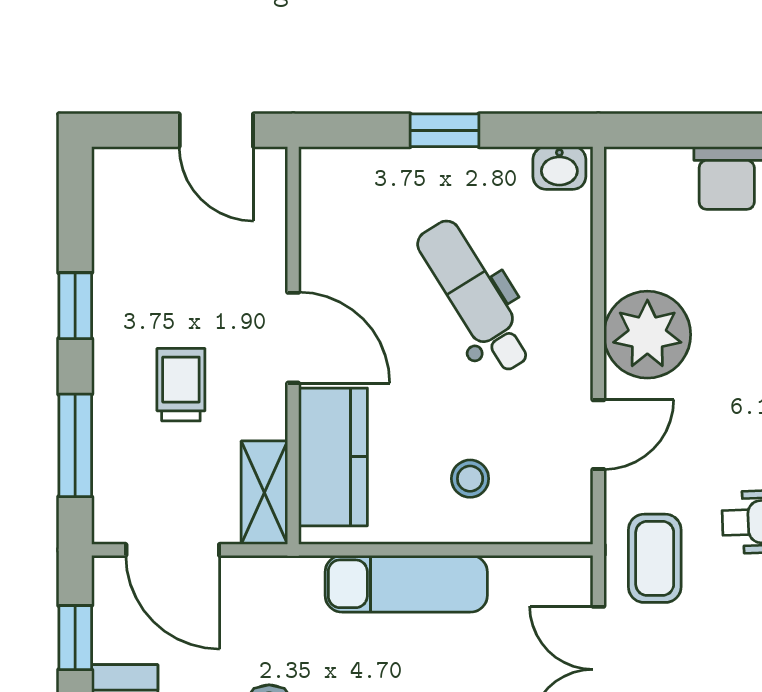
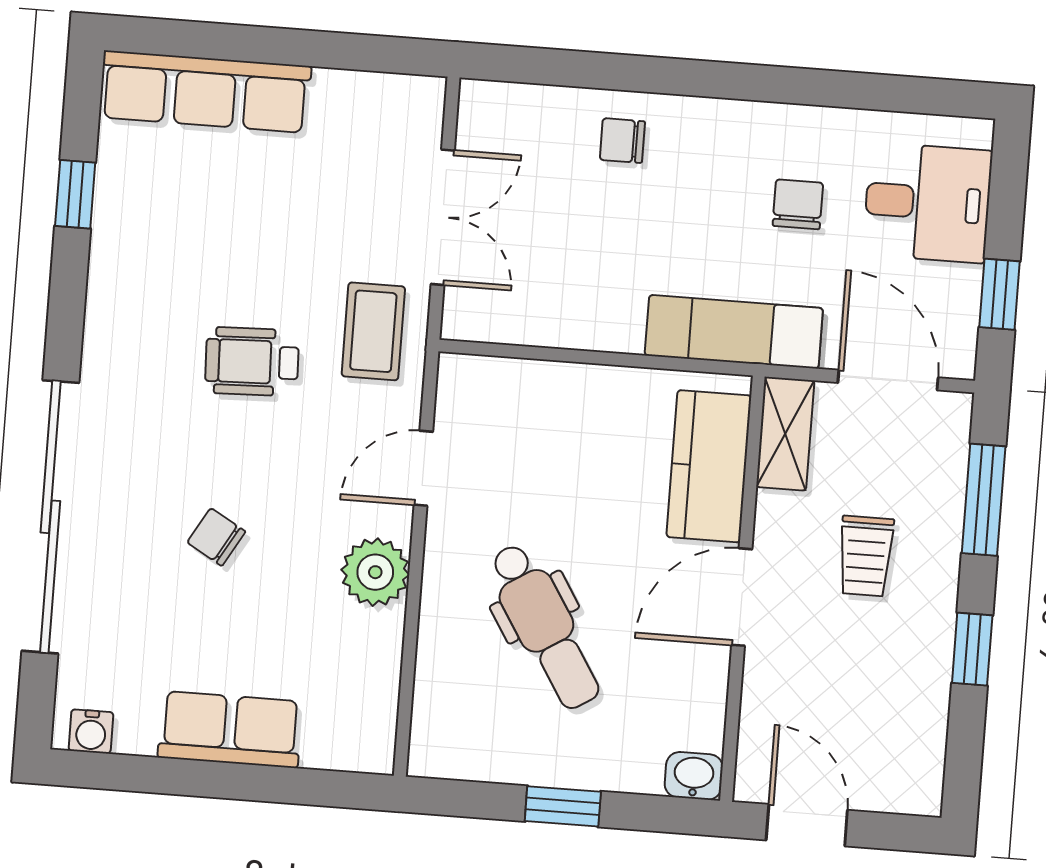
washbasin: (559, 168) -> (694, 776), moved
plant: (647, 335) -> (375, 572), width x0.73, depth x0.73
door: (293, 338) -> (742, 597), hinge flipped
stool: (470, 479) -> (564, 432), removed
exam couch: (406, 584) -> (734, 332), moved

